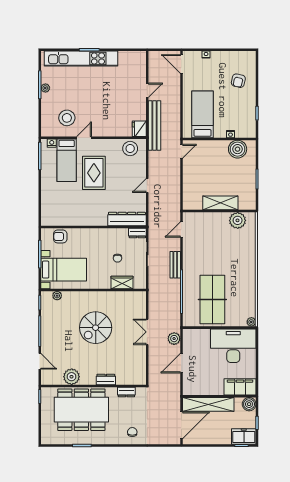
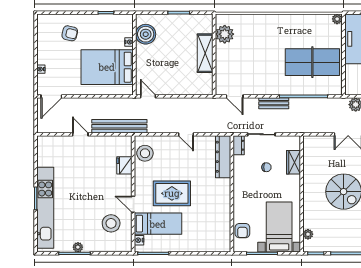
bed: (202, 114) -> (107, 67), width x1.50
fridge: (139, 129) -> (124, 165), moved, turned 90

